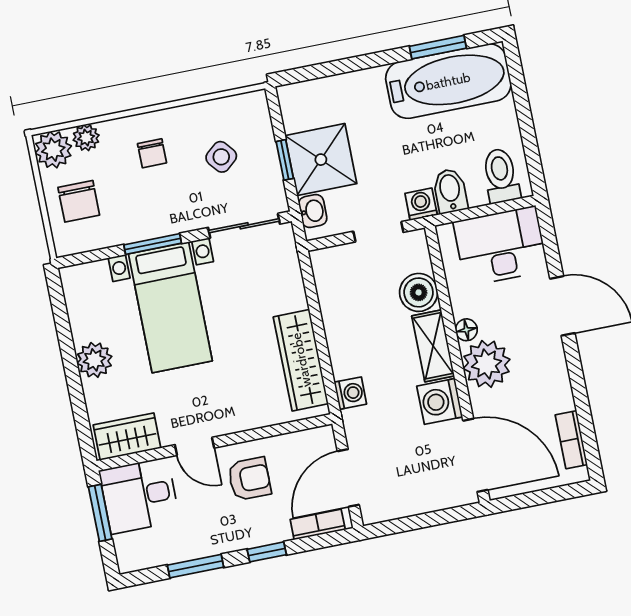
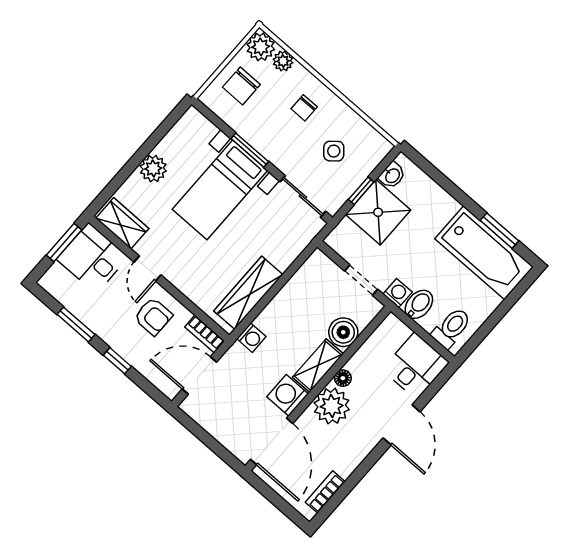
washbasin: (313, 211) -> (392, 175), moved
desk: (501, 246) -> (415, 366), width x0.73
bookcase: (318, 525) -> (205, 334), moved, turned 180

